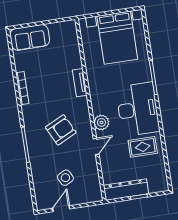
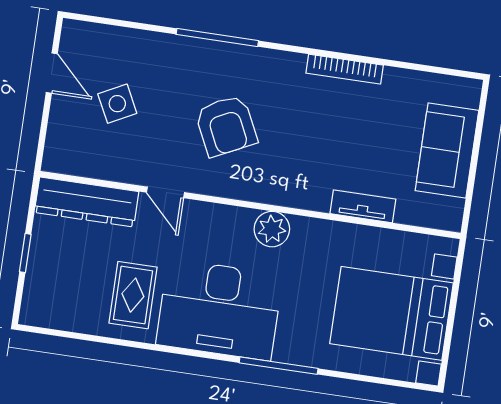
sofa: (30, 37) -> (447, 150), moved
tv unit: (80, 83) -> (363, 206), moved
plant: (101, 122) -> (272, 229), moved
dresser: (126, 190) -> (87, 202), moved, turned 90

